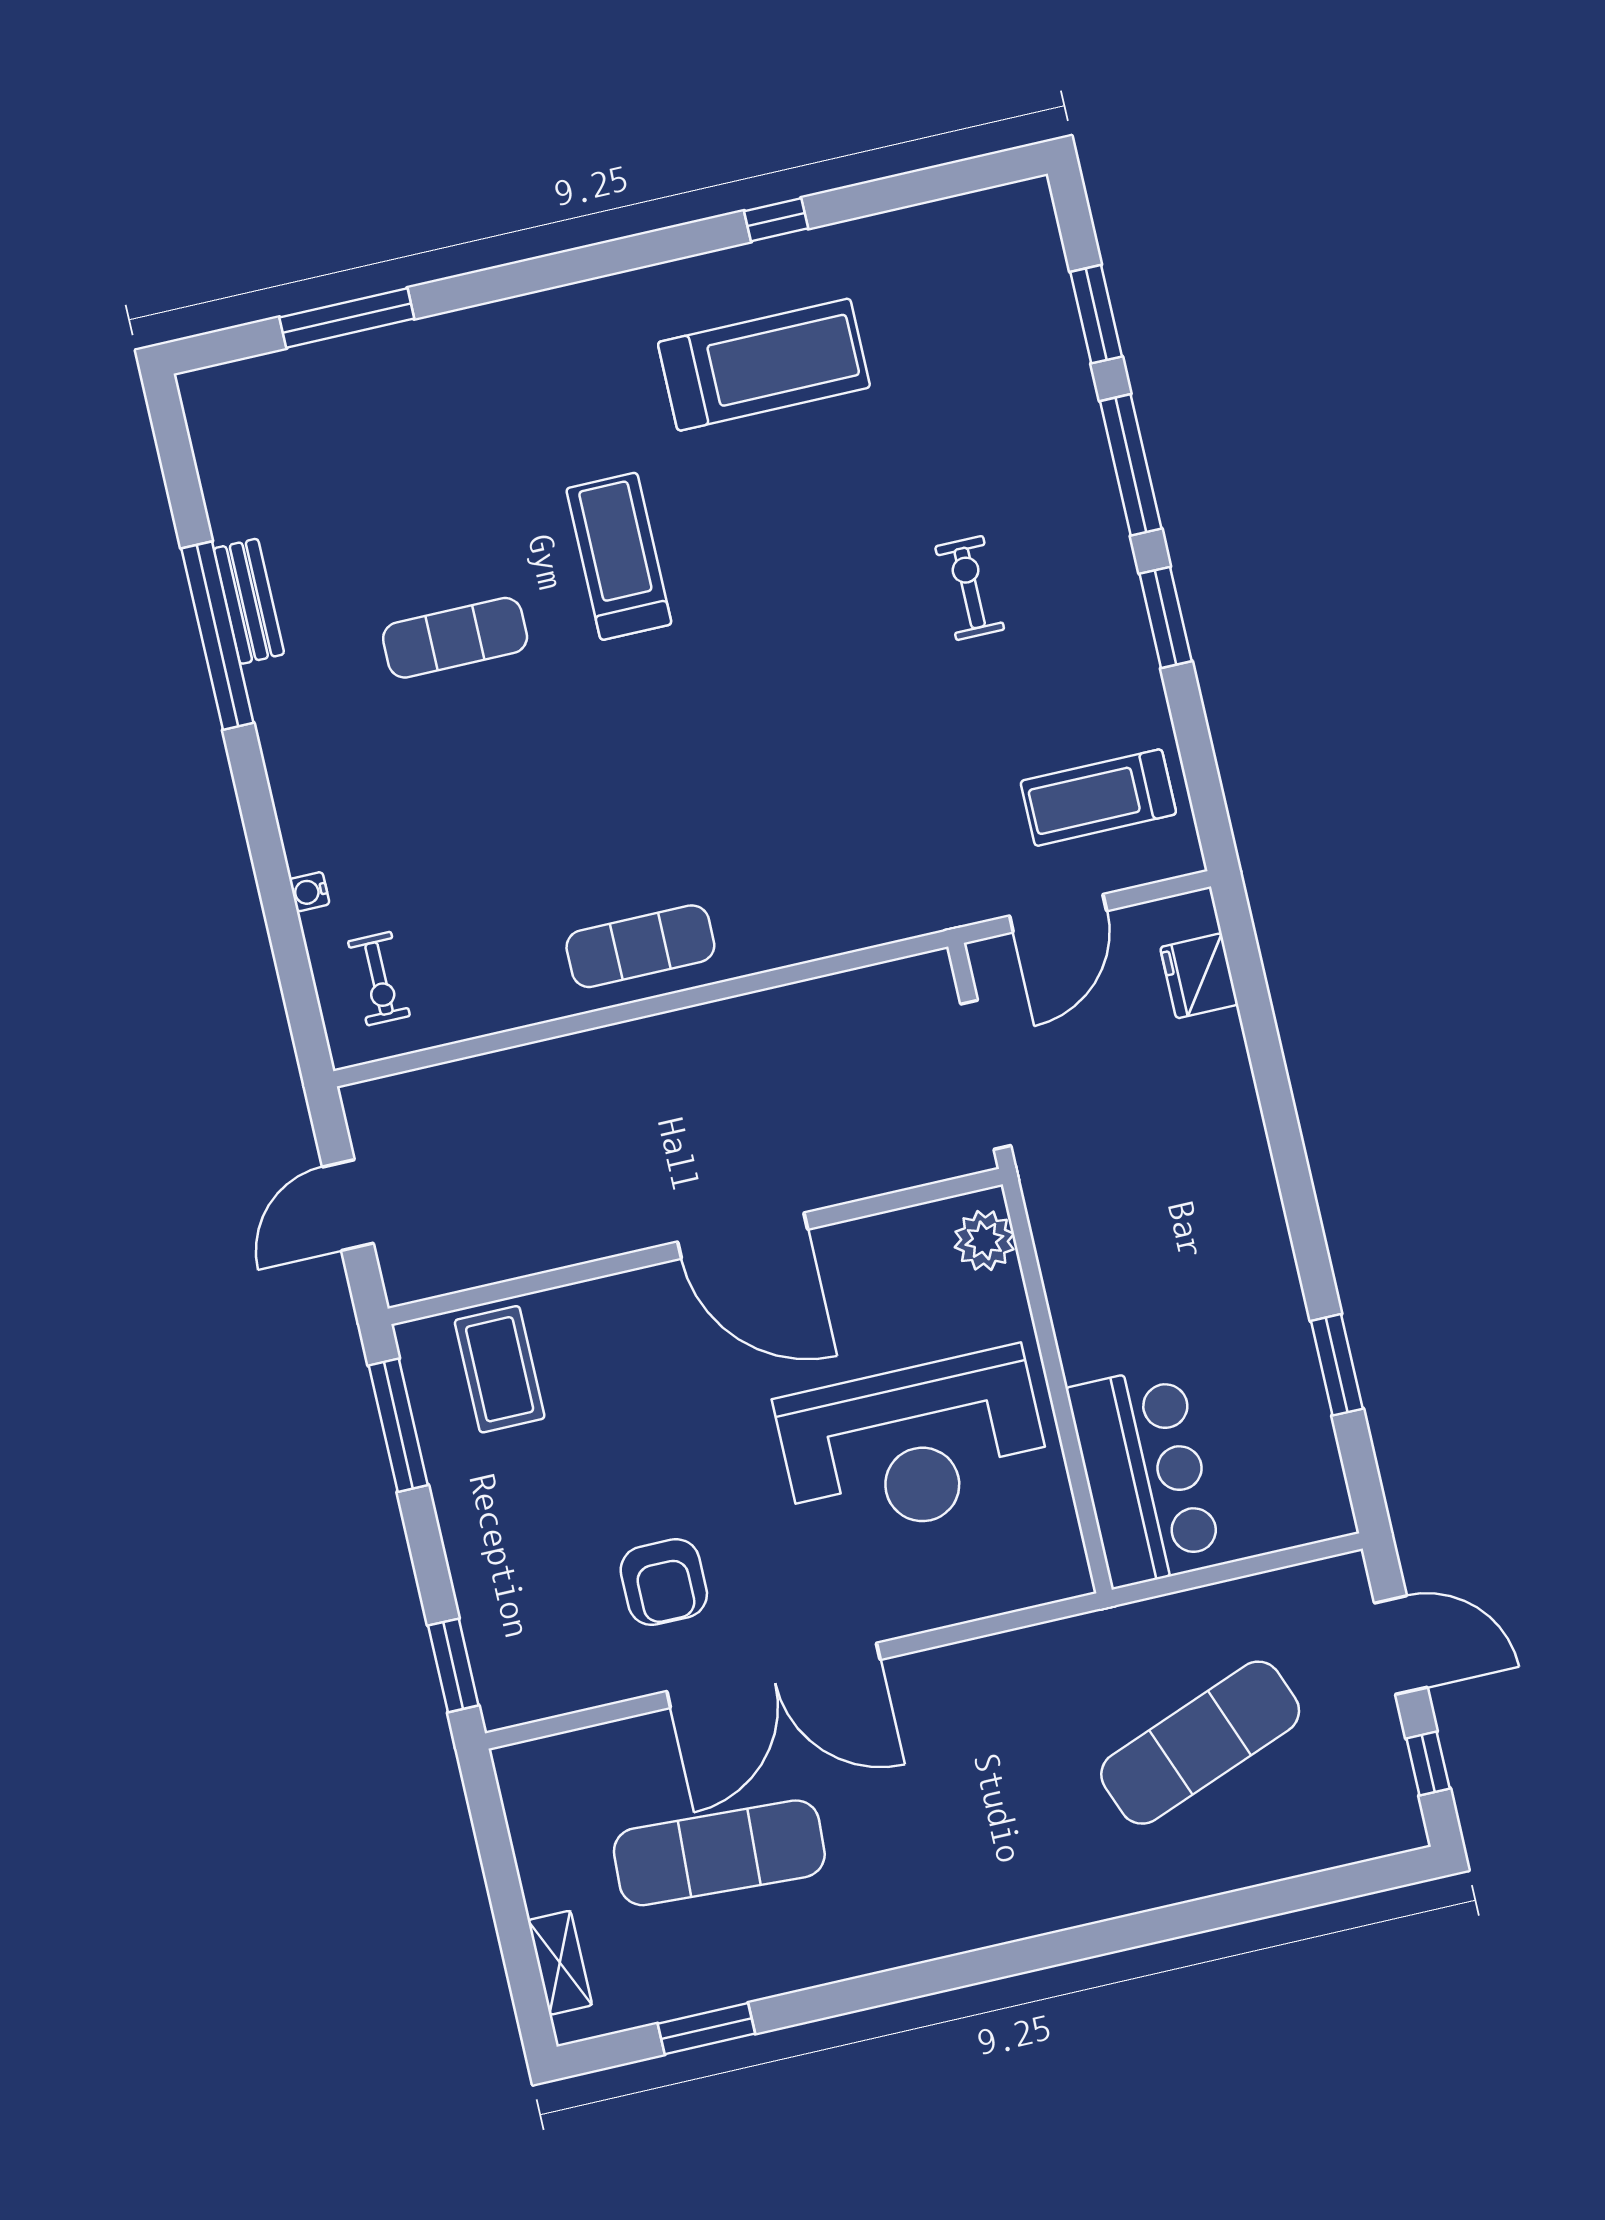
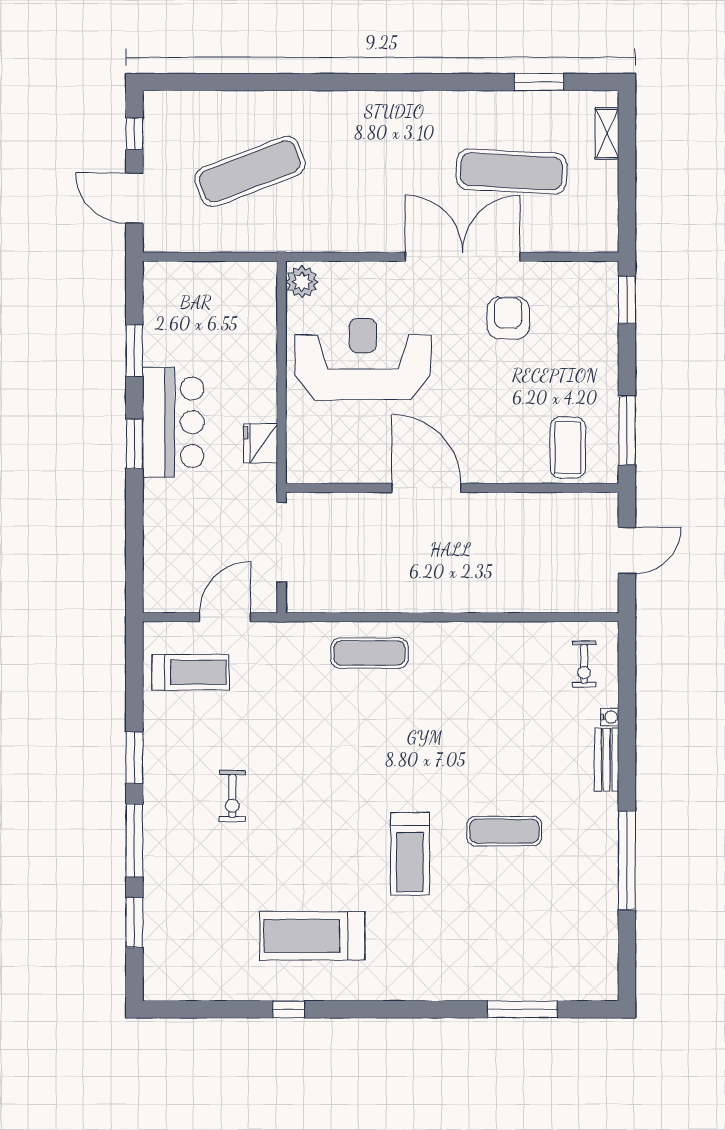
bench: (249, 601) -> (607, 760), moved
exercise mat: (640, 946) -> (369, 653), moved
fridge: (1199, 976) -> (261, 443), moved, turned 180
exercise bike: (379, 979) -> (584, 664), turned 180
window: (1298, 1193) -> (134, 444), added
plant: (984, 1240) -> (302, 282), moved
bar counter: (1145, 1476) -> (173, 422), moved, turned 180

